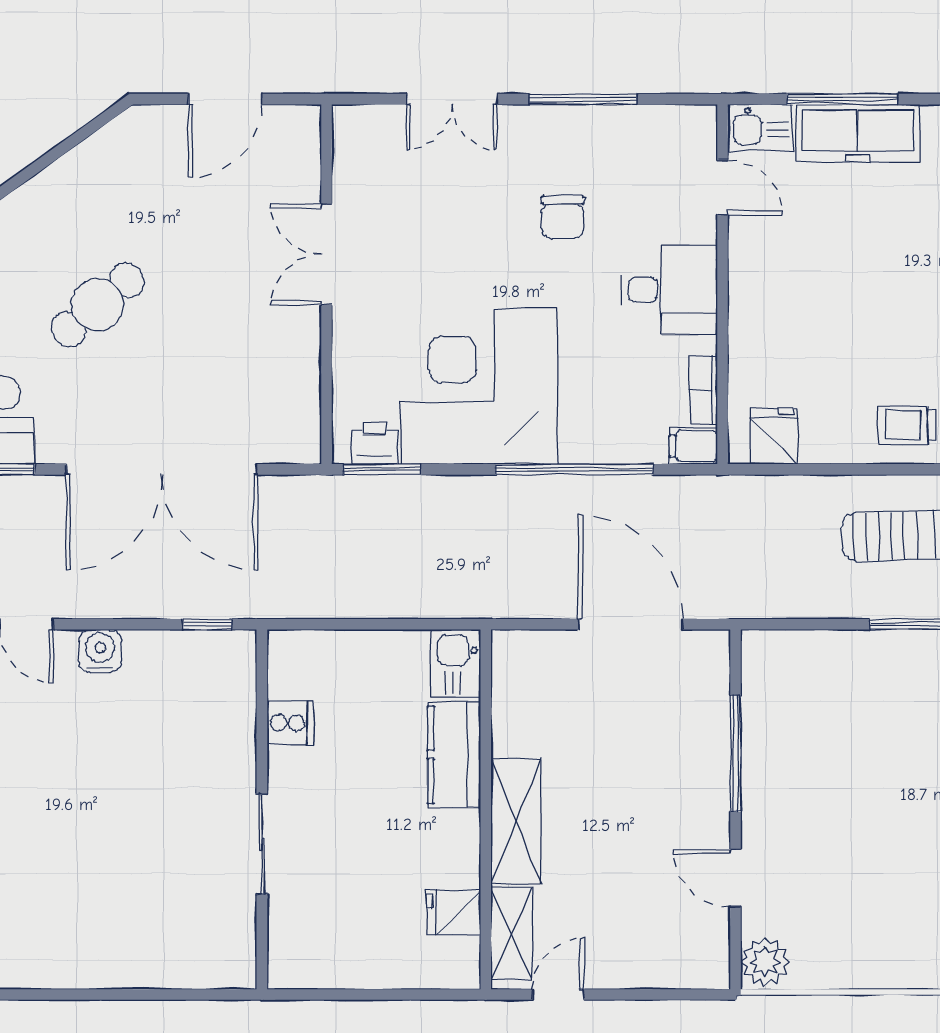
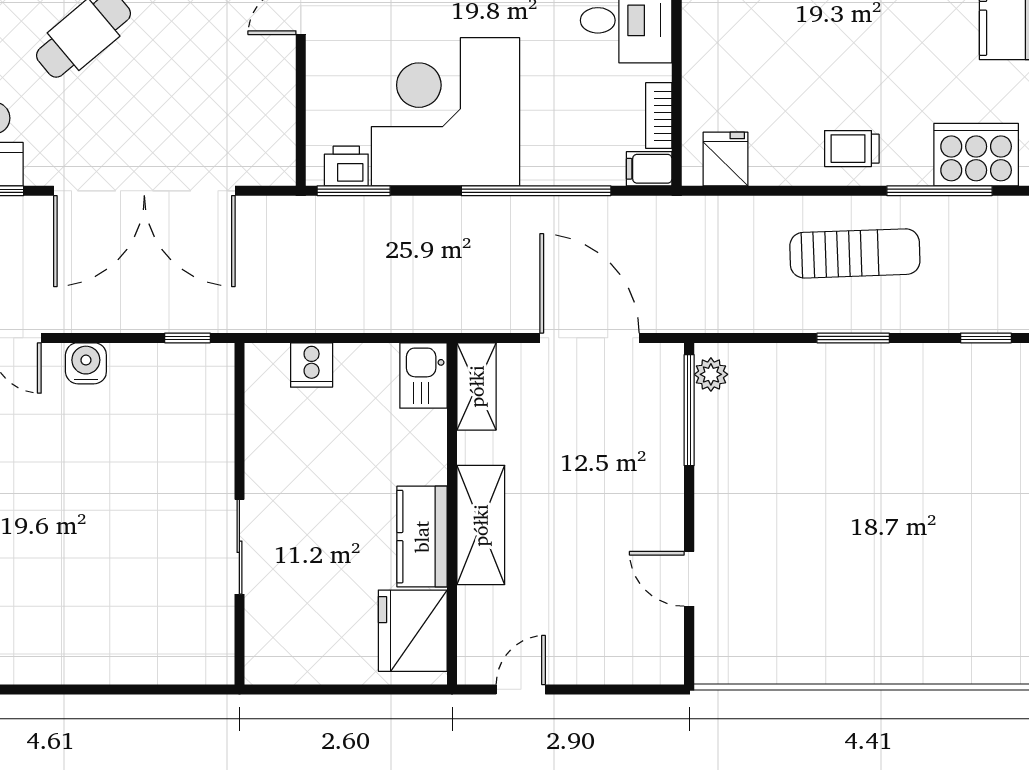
cooker: (290, 723) -> (312, 365), moved, turned 90
window: (735, 753) -> (689, 410), moved
kitchen counter: (454, 755) -> (422, 537), moved
fridge: (454, 913) -> (413, 631), width x1.88, depth x1.34
shelving: (512, 933) -> (477, 386), moved
plant: (765, 962) -> (711, 374), moved, width x0.73, depth x0.73

